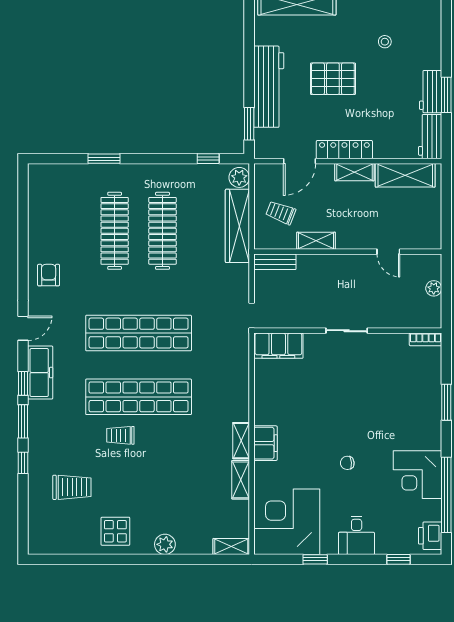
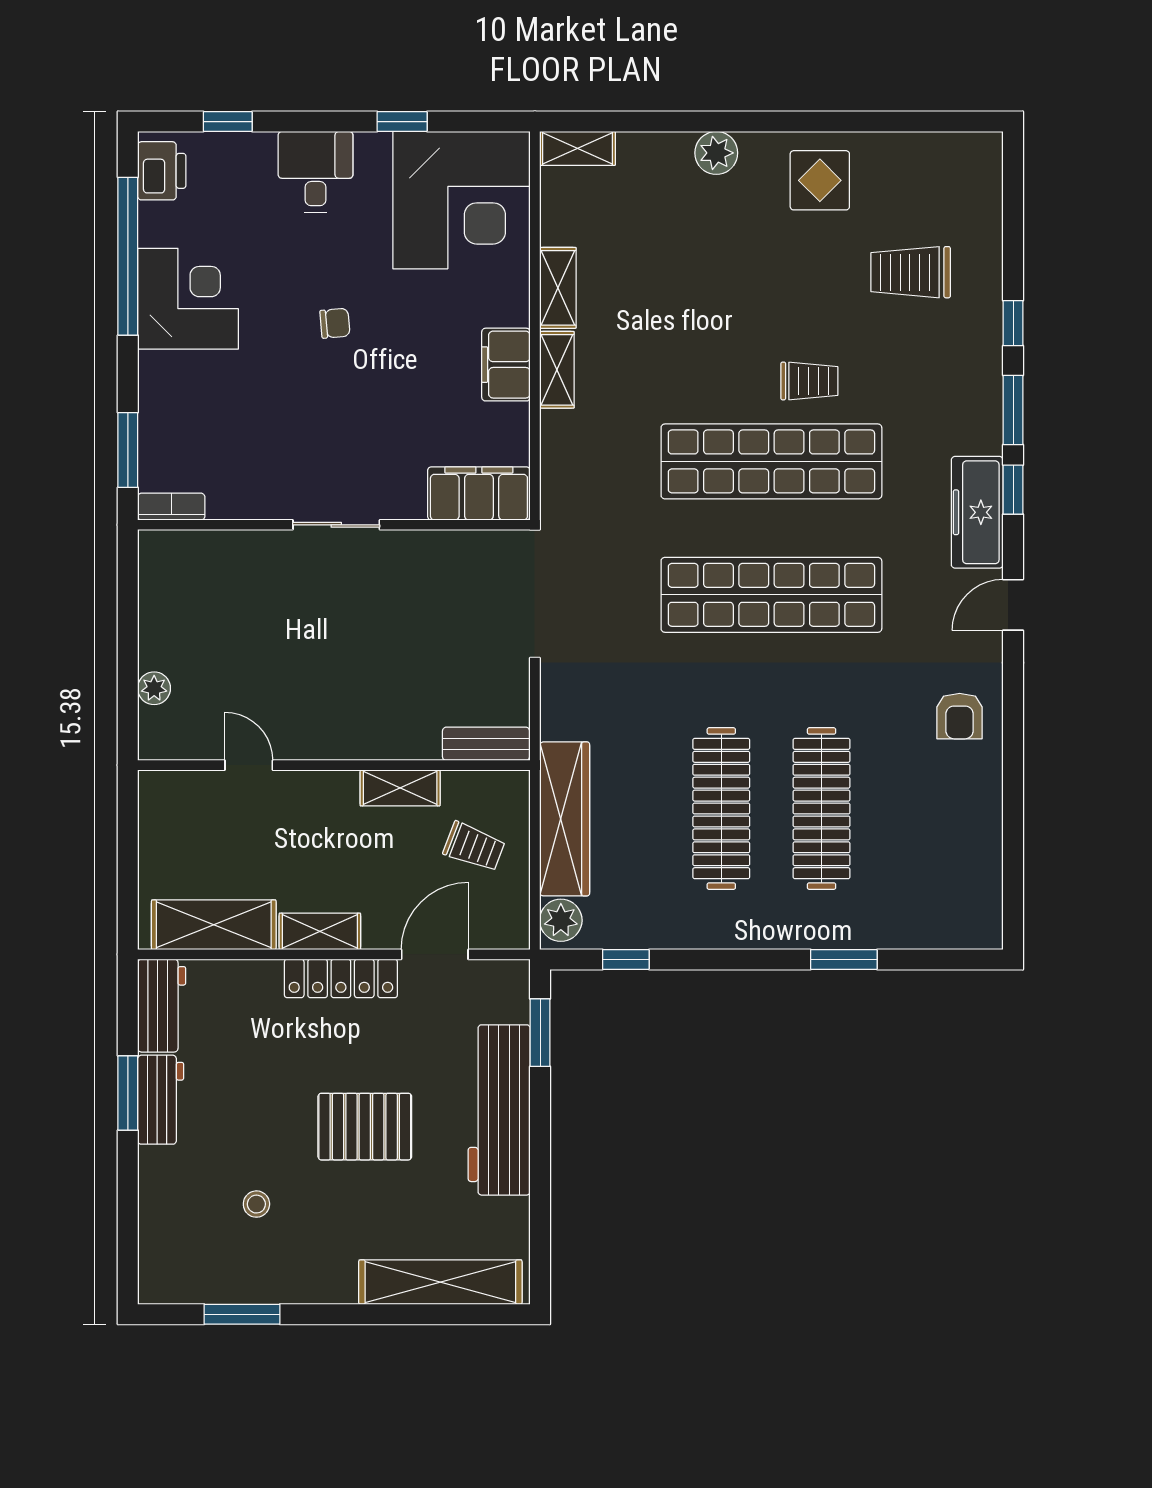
sliding door: (347, 331) -> (336, 525), moved
wall: (348, 331) -> (334, 525), moved
bookcase: (426, 339) -> (171, 507), moved
filing cabinet: (278, 346) -> (479, 493), moved

